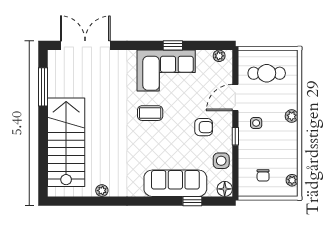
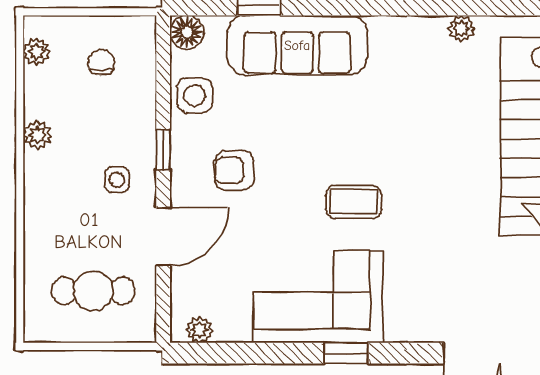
window: (173, 45) -> (346, 353), moved
plant: (292, 116) -> (37, 135), moved

